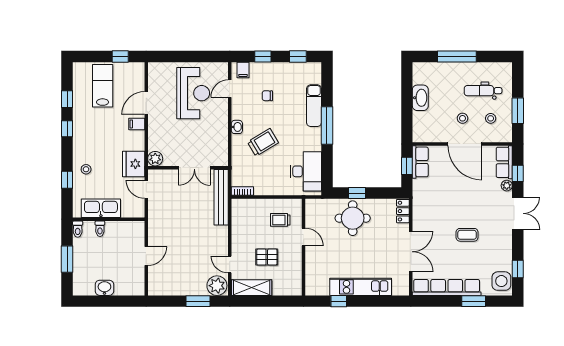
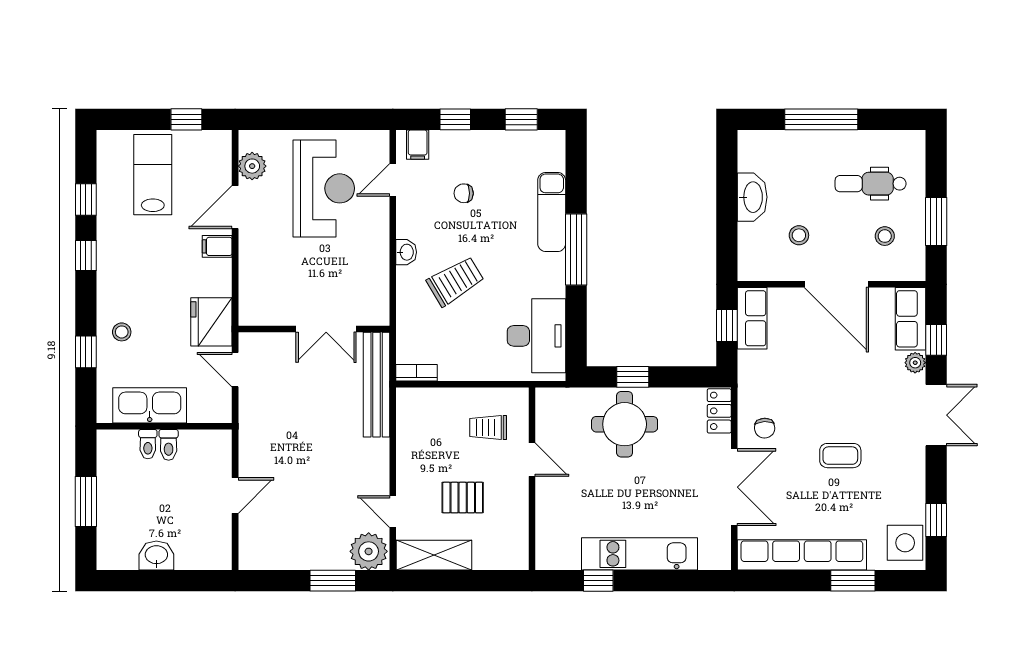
stool: (463, 118) -> (799, 235), moved
plant: (155, 159) -> (252, 166), moved
chair: (427, 220) -> (765, 428), added
toilet: (78, 229) -> (169, 445), moved

